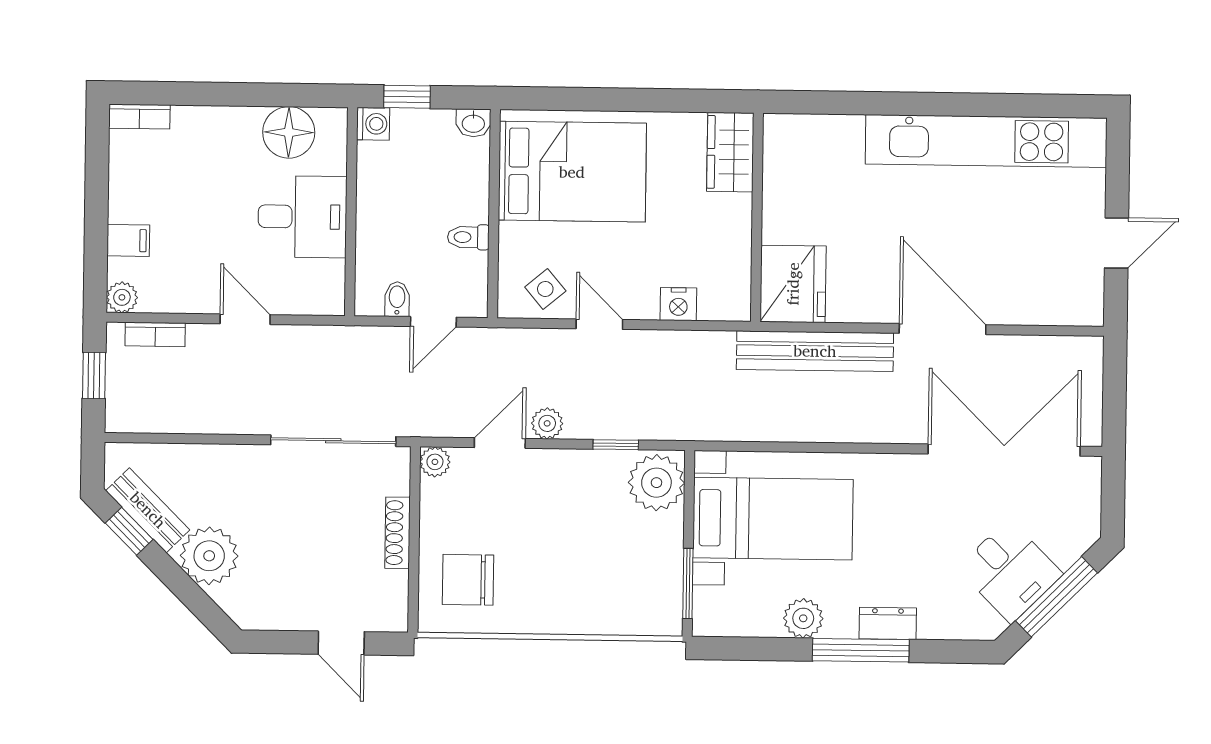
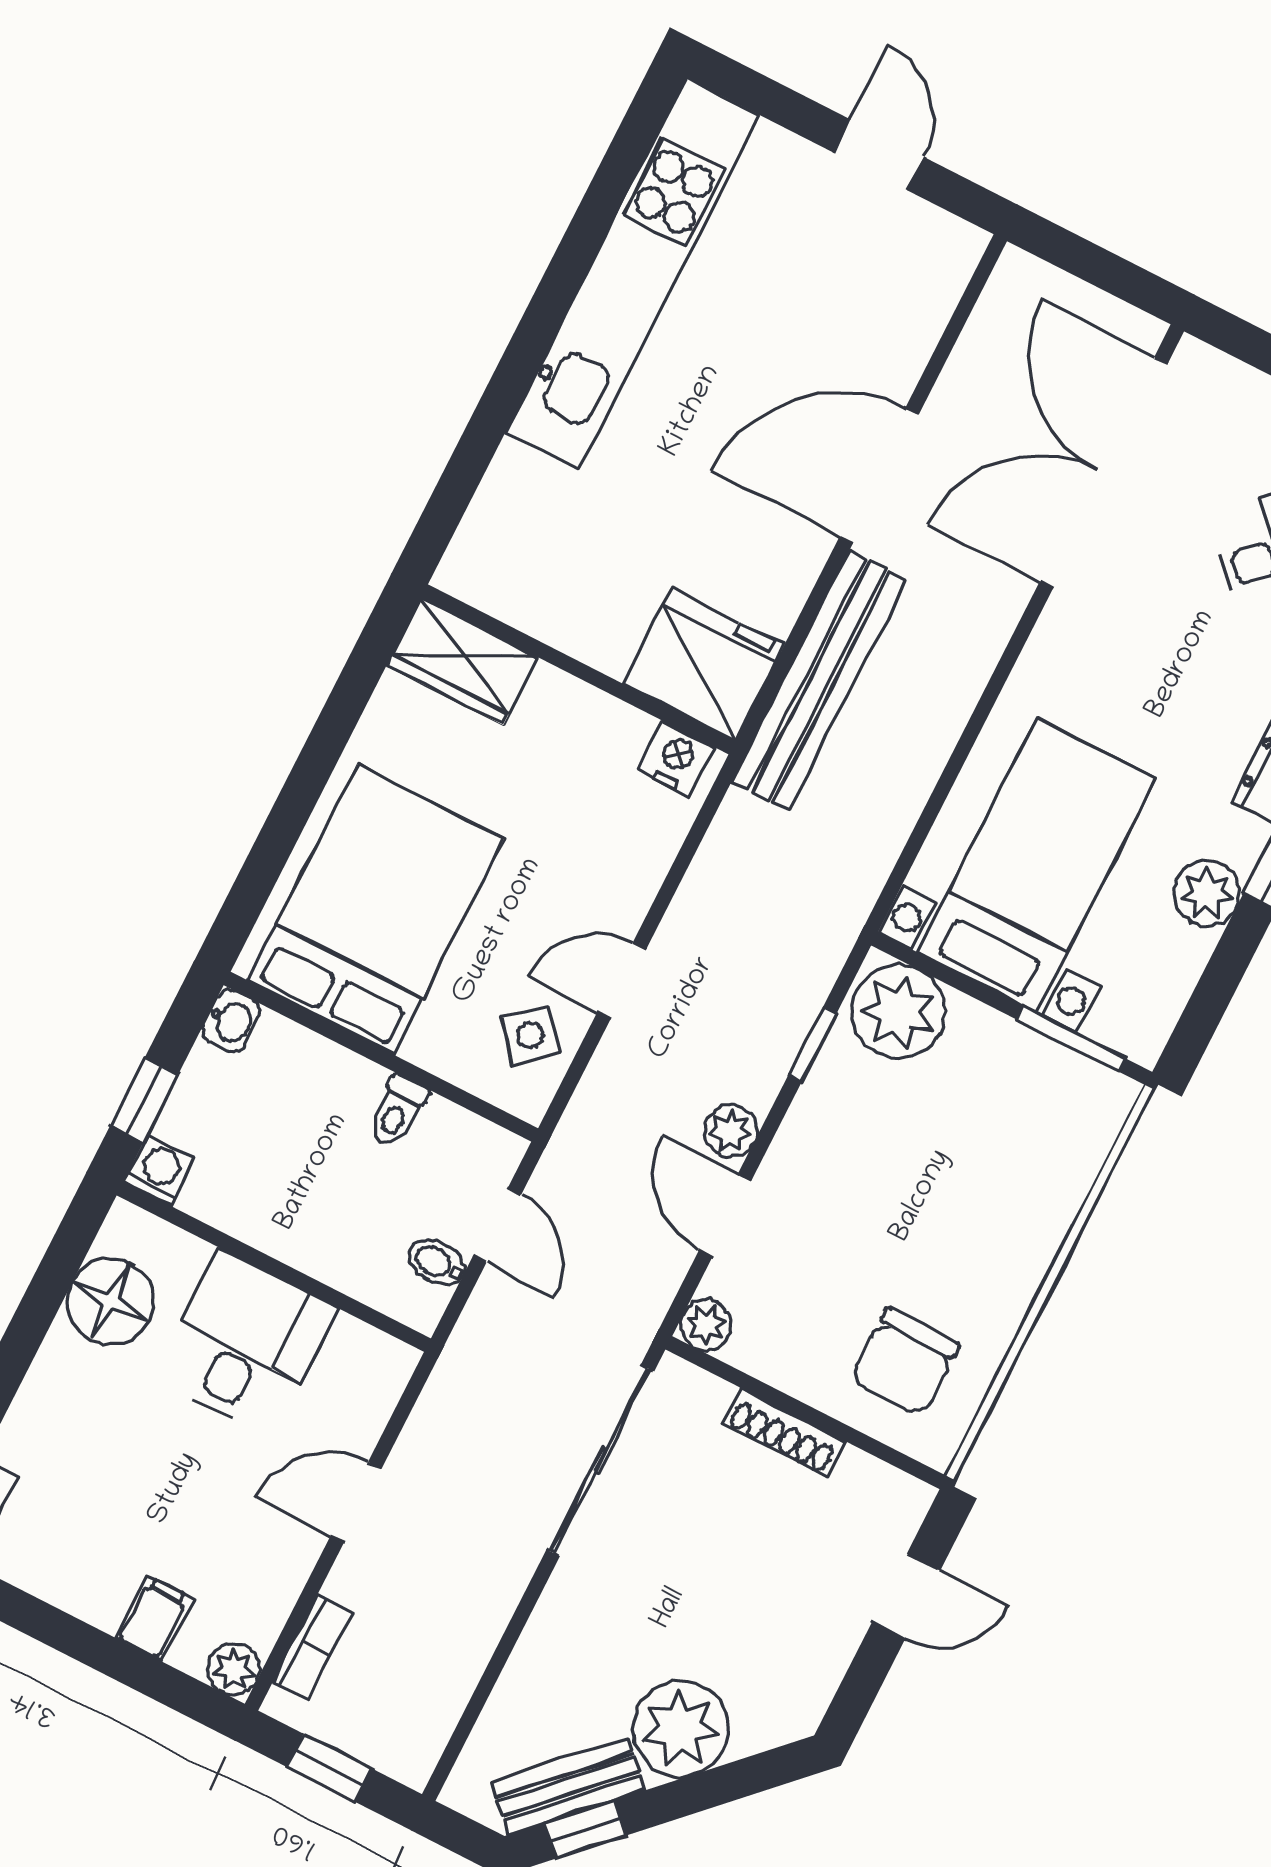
nightstand: (678, 304) -> (676, 758), moved, turned -90

